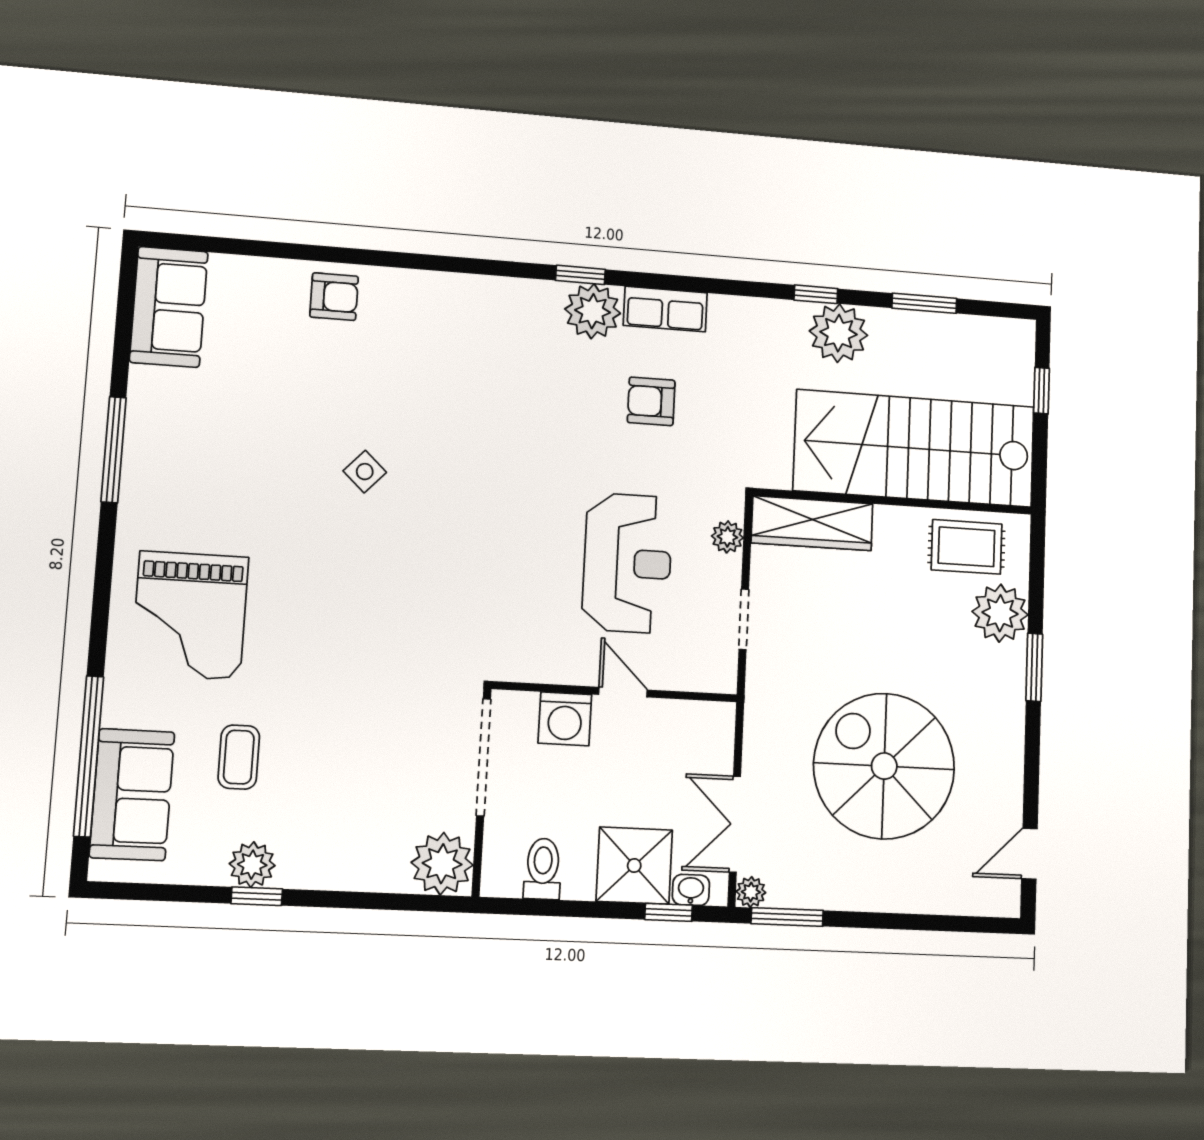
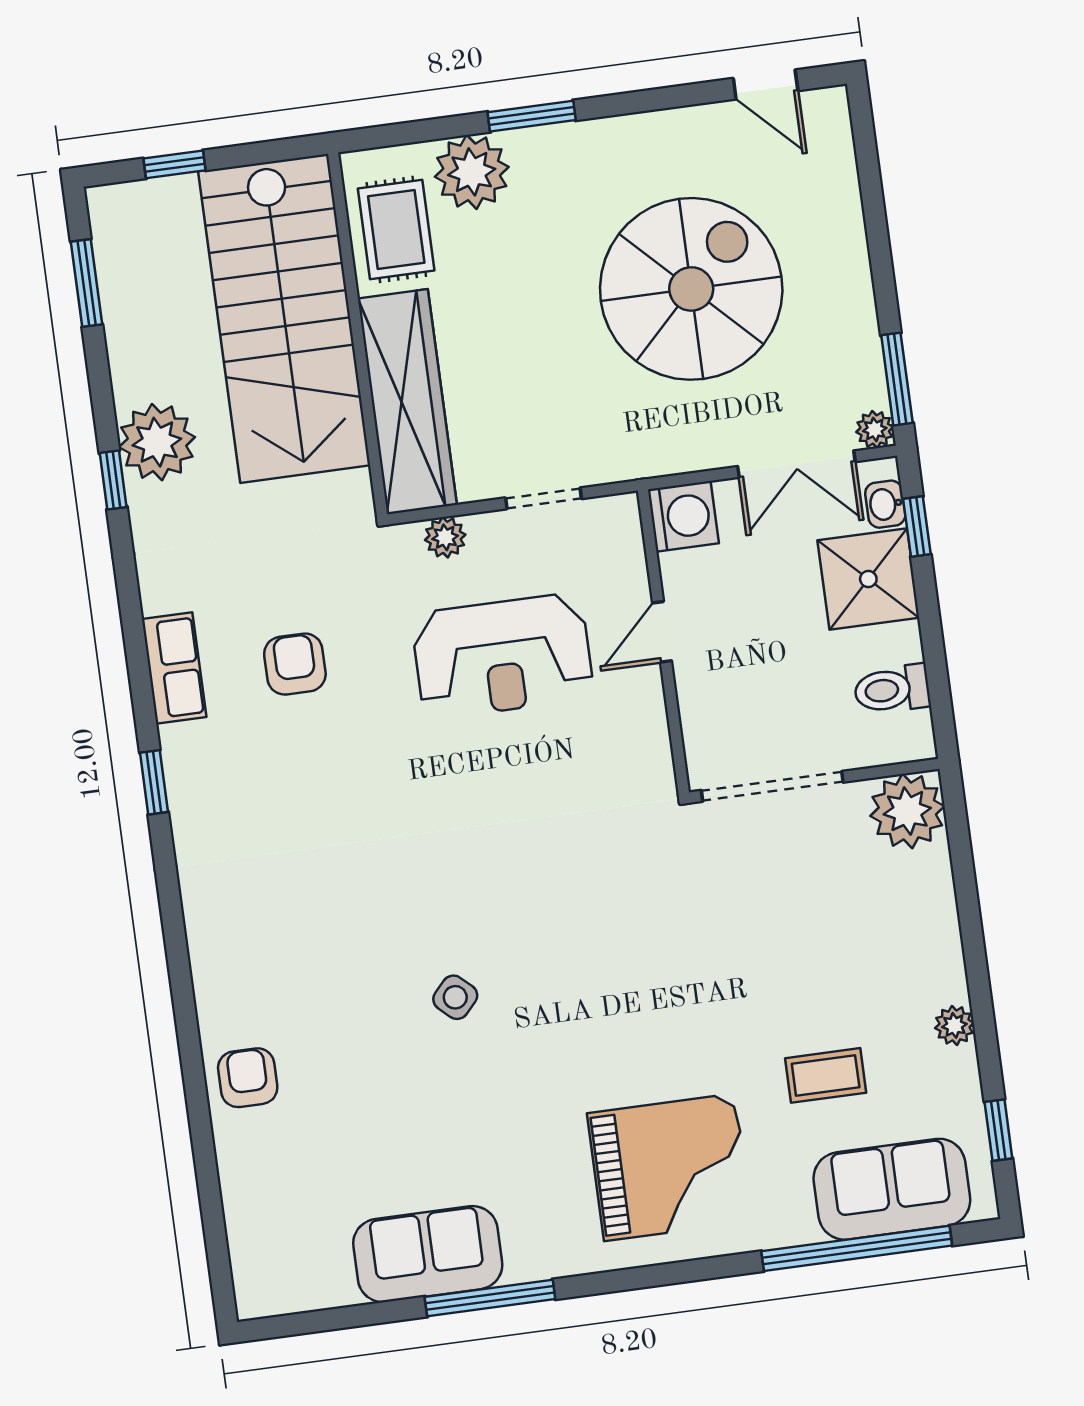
window: (924, 303) -> (87, 283), moved
sofa: (169, 307) -> (428, 1254), moved
plant: (593, 311) -> (197, 758), removed
armchair: (651, 401) -> (295, 664), turned 180
wardrobe: (812, 523) -> (407, 402), width x1.40, depth x1.17
reception desk: (627, 563) -> (503, 656), turned 180
washing machine: (565, 719) -> (683, 516), moved
spiral stairs: (884, 766) -> (691, 289), turned 180
plant: (252, 865) -> (954, 1025), width x0.73, depth x0.73
window: (257, 896) -> (998, 1130), moved

